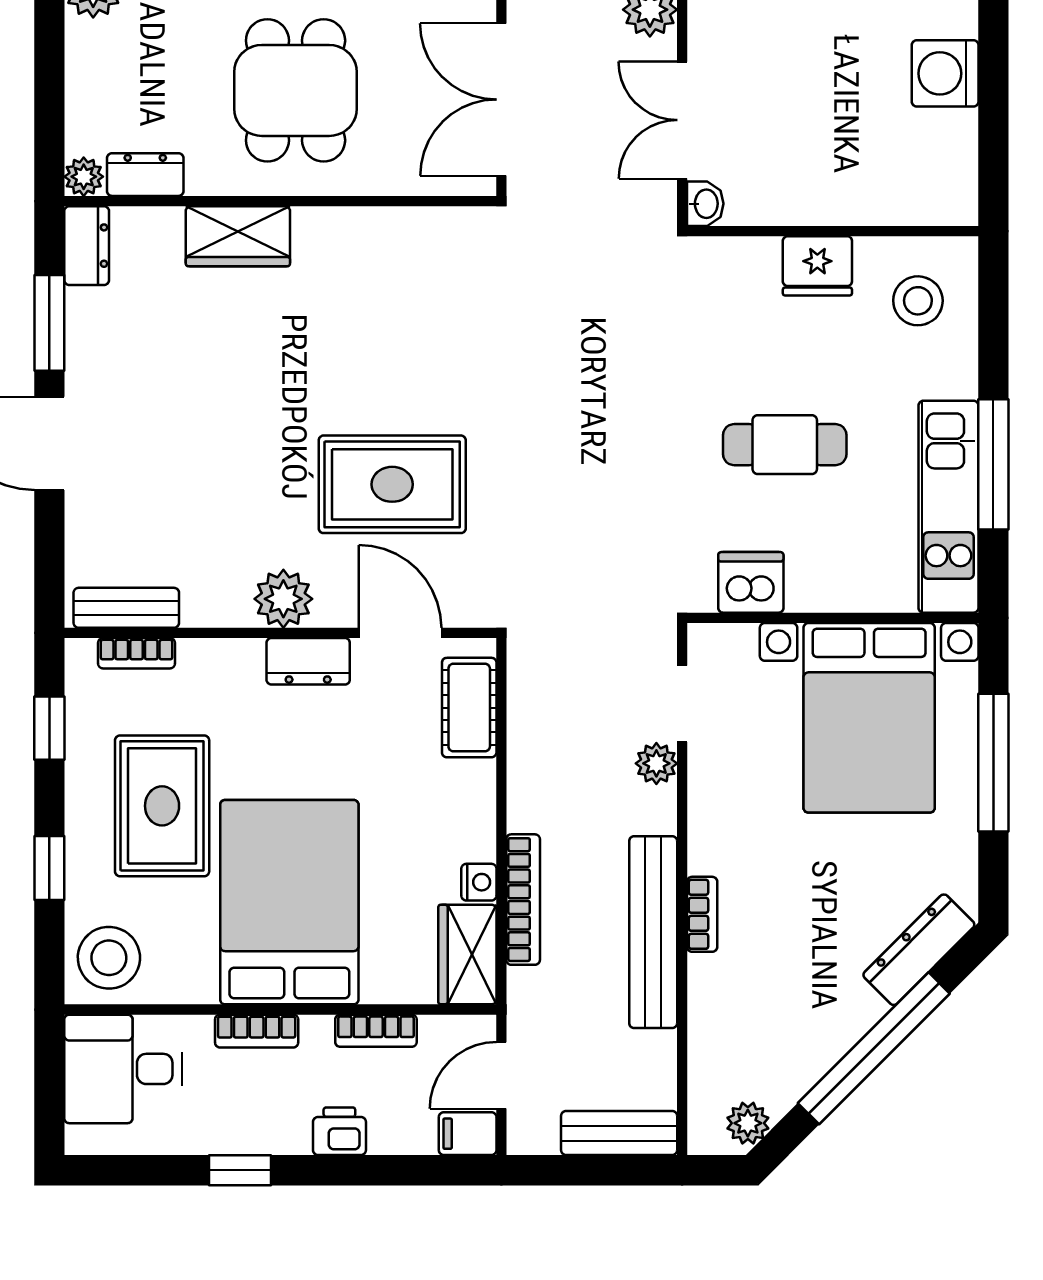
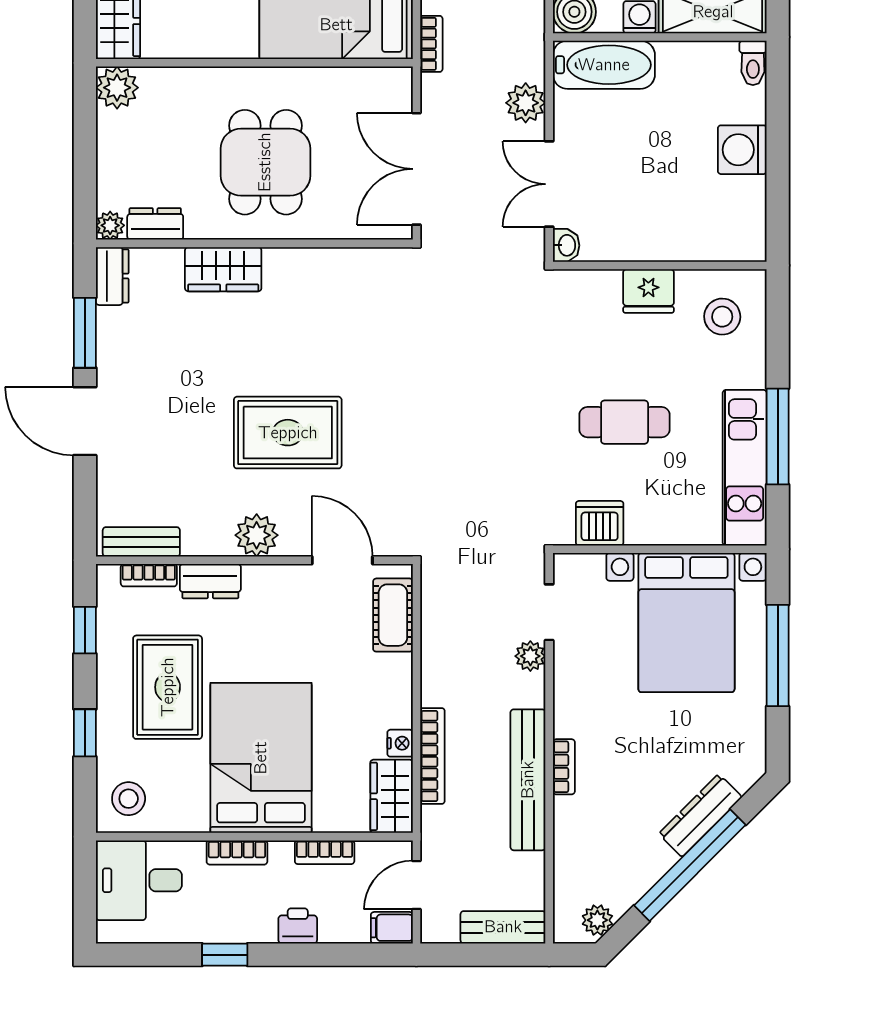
rug: (392, 484) -> (288, 433), moved
dresser: (308, 661) -> (210, 581), moved
dresser: (919, 950) -> (700, 815), moved
stool: (109, 958) -> (129, 799), width x0.73, depth x0.73

